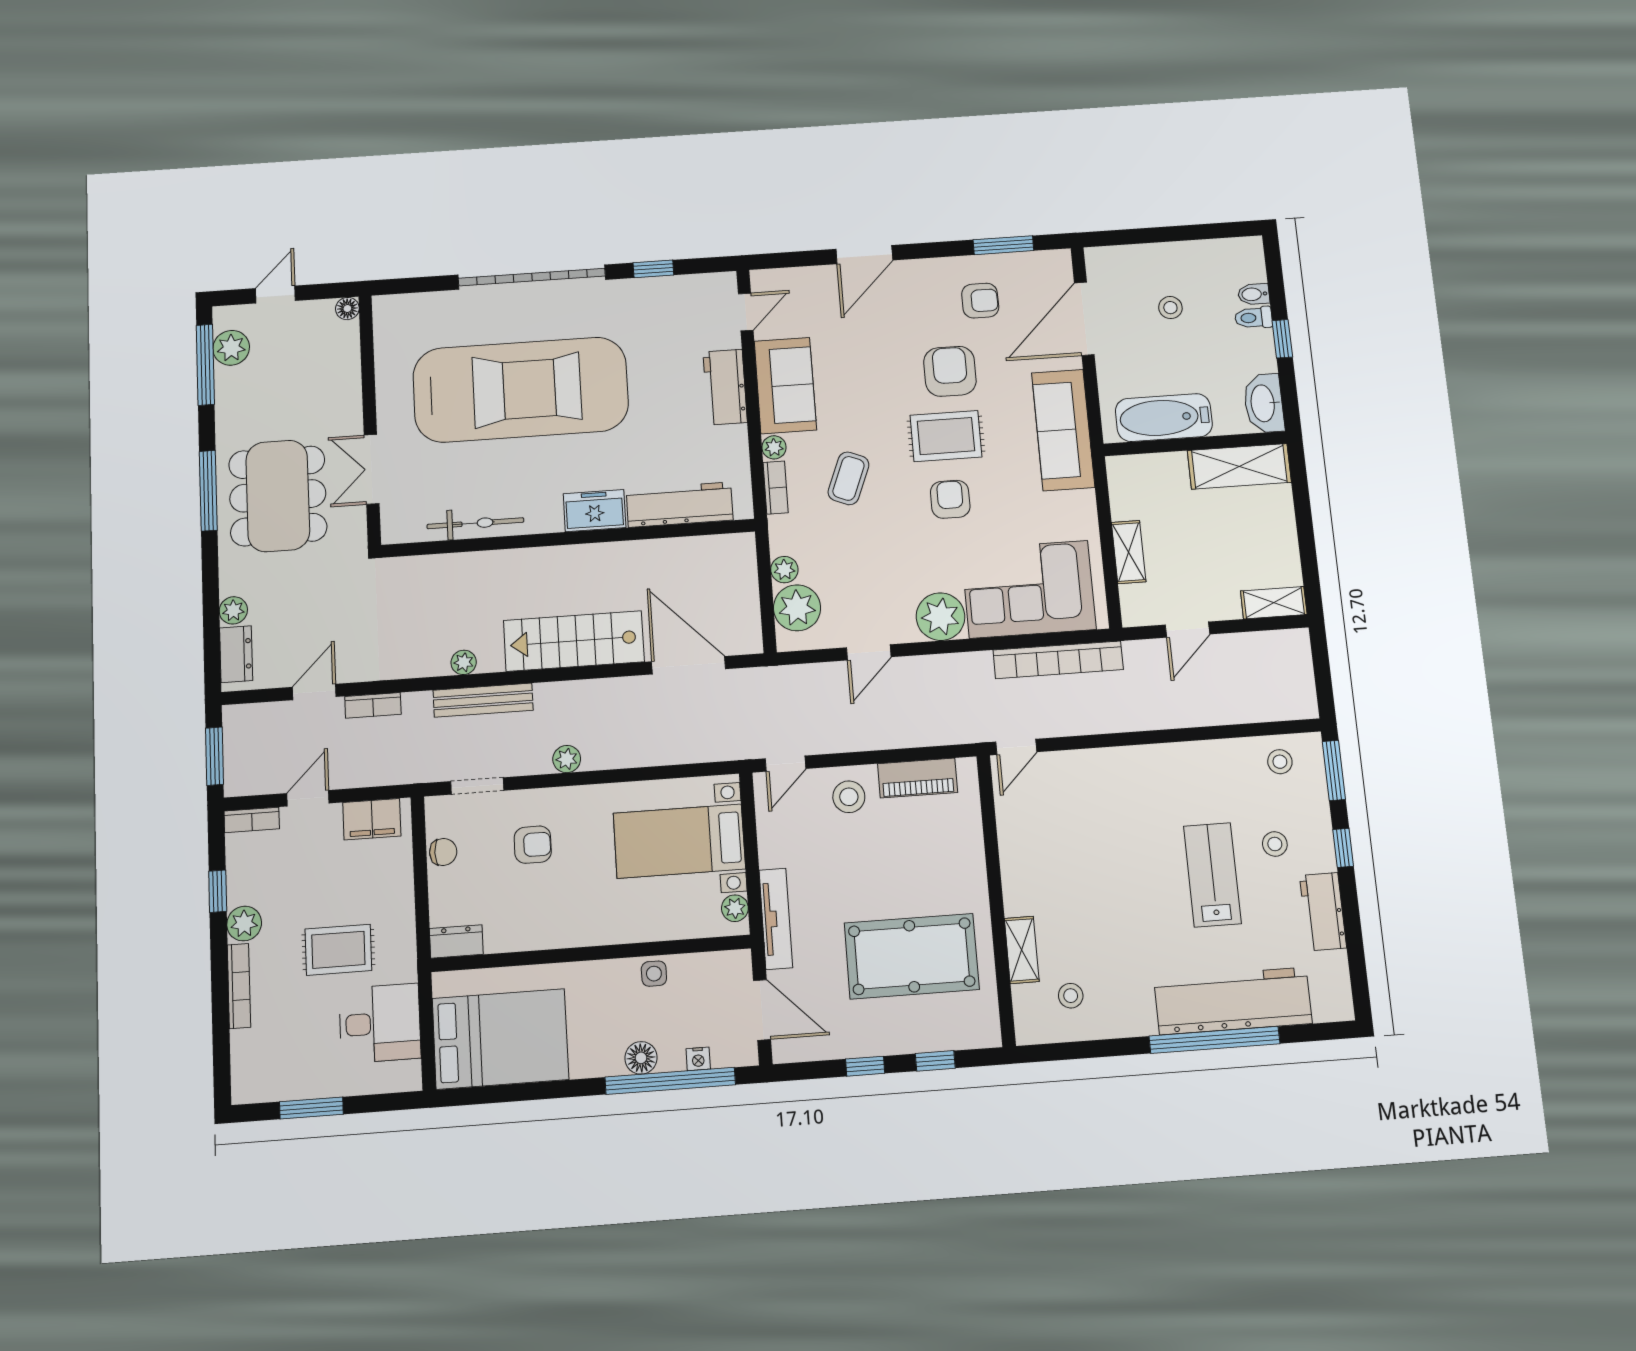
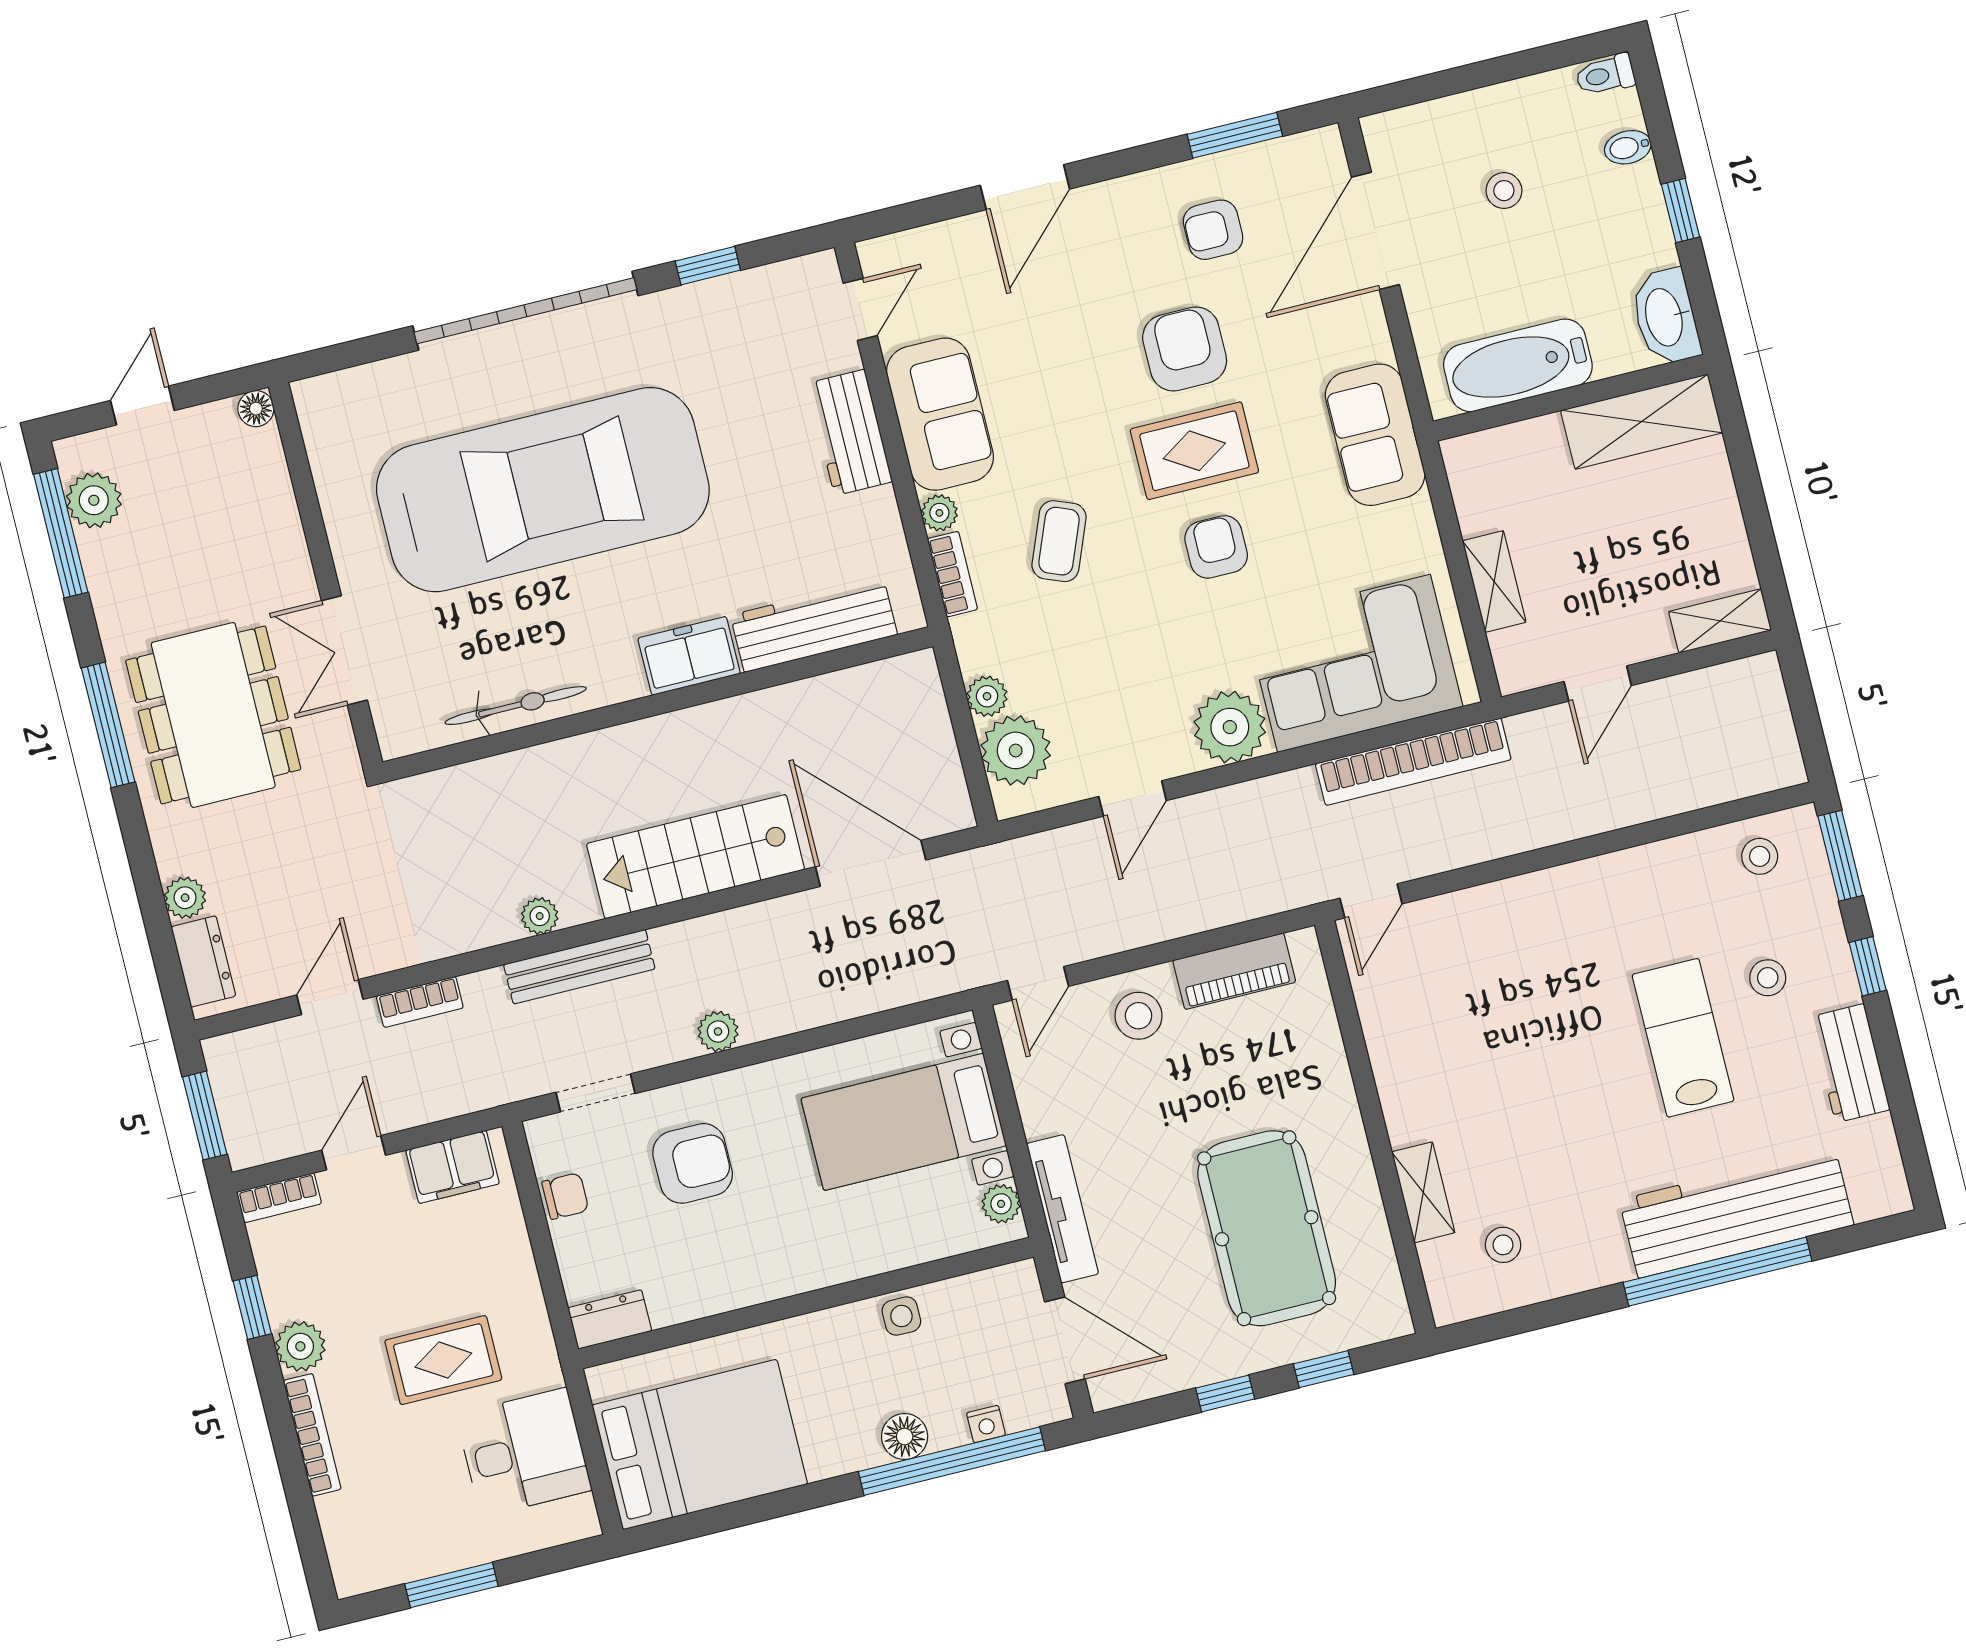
armchair: (980, 301) -> (1213, 230), turned 180
toilet: (1254, 318) -> (1605, 75), moved
sofa: (1063, 430) -> (1375, 435), width x0.73
armchair: (533, 845) -> (693, 1163), width x1.38, depth x1.38
pool table: (912, 956) -> (1267, 1228), turned 90

